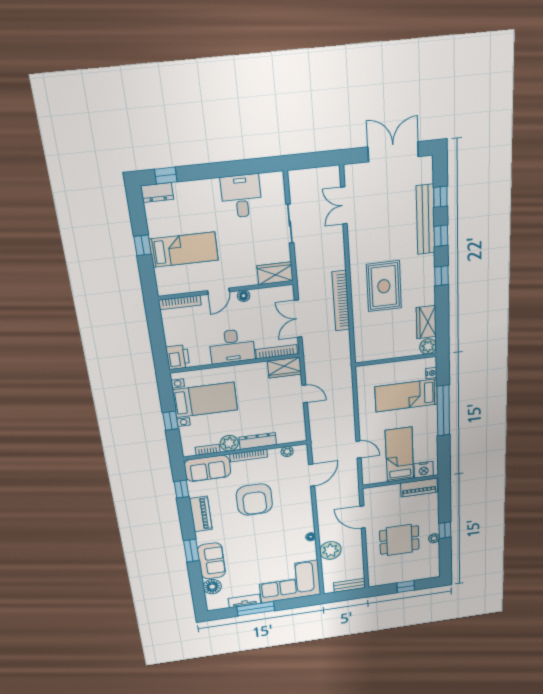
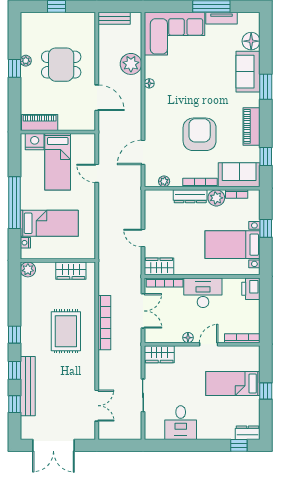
wardrobe: (426, 322) -> (71, 271), moved, turned 90

